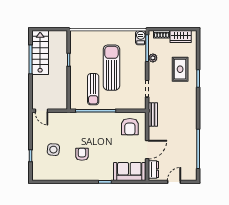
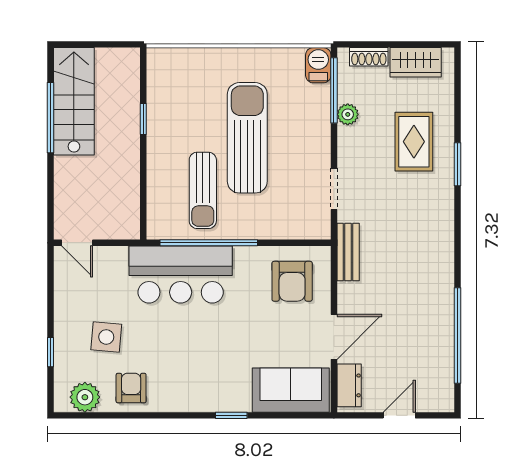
bar counter: (84, 124) -> (181, 275), added
armchair: (82, 154) -> (131, 388), moved
plant: (45, 174) -> (85, 397), added

